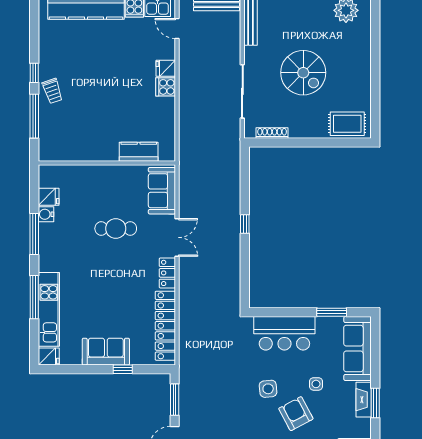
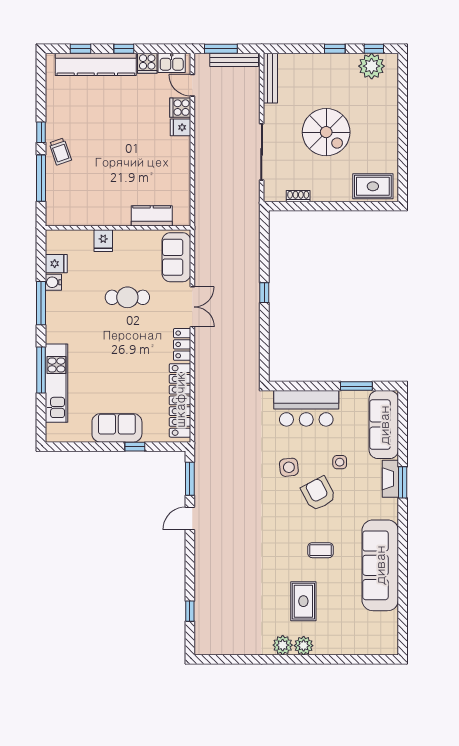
cooker: (166, 87) -> (180, 108), moved
shoe rack: (272, 133) -> (298, 196), width x0.70
fridge: (49, 356) -> (103, 241), moved, turned 90

